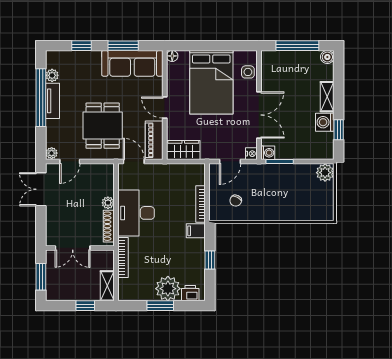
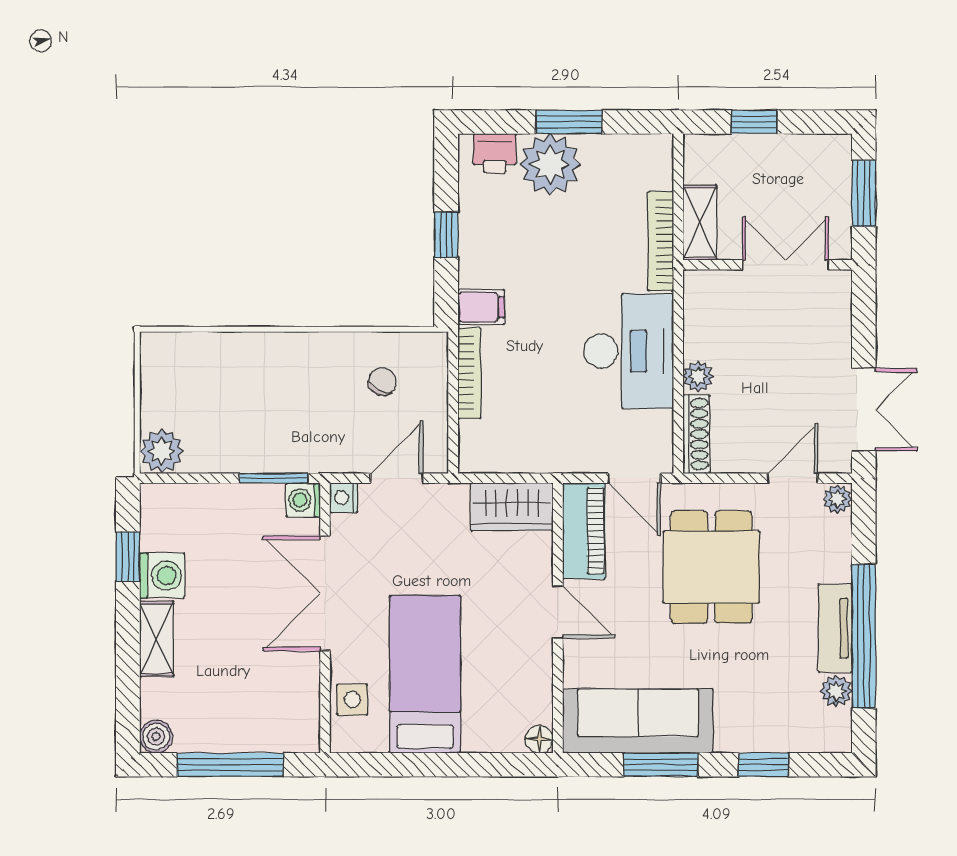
bed: (211, 82) -> (425, 674), width x0.67
shoe rack: (109, 226) -> (696, 434), moved
shelving: (107, 286) -> (700, 223), moved

